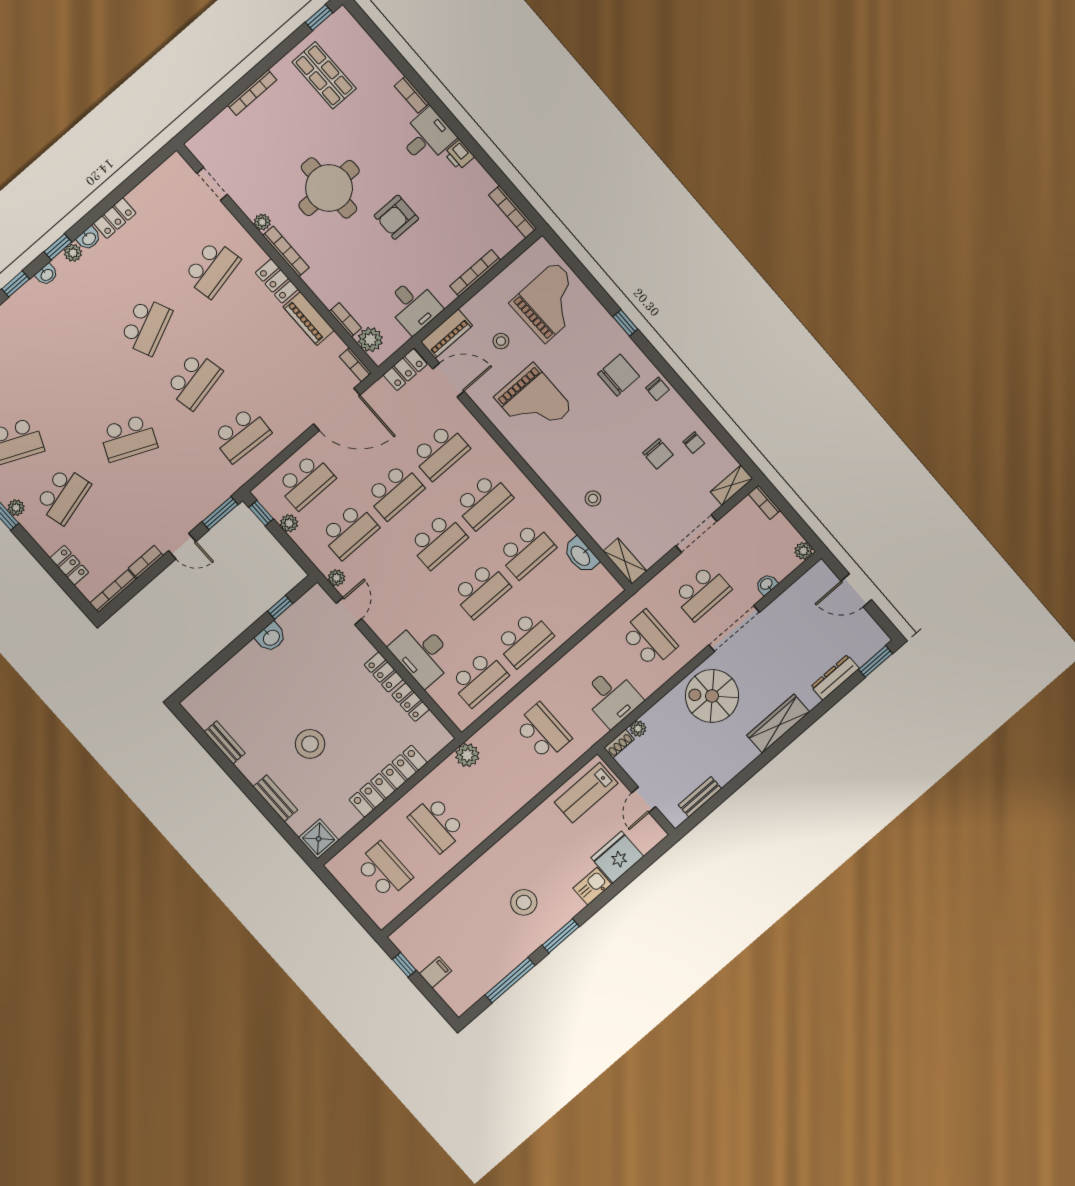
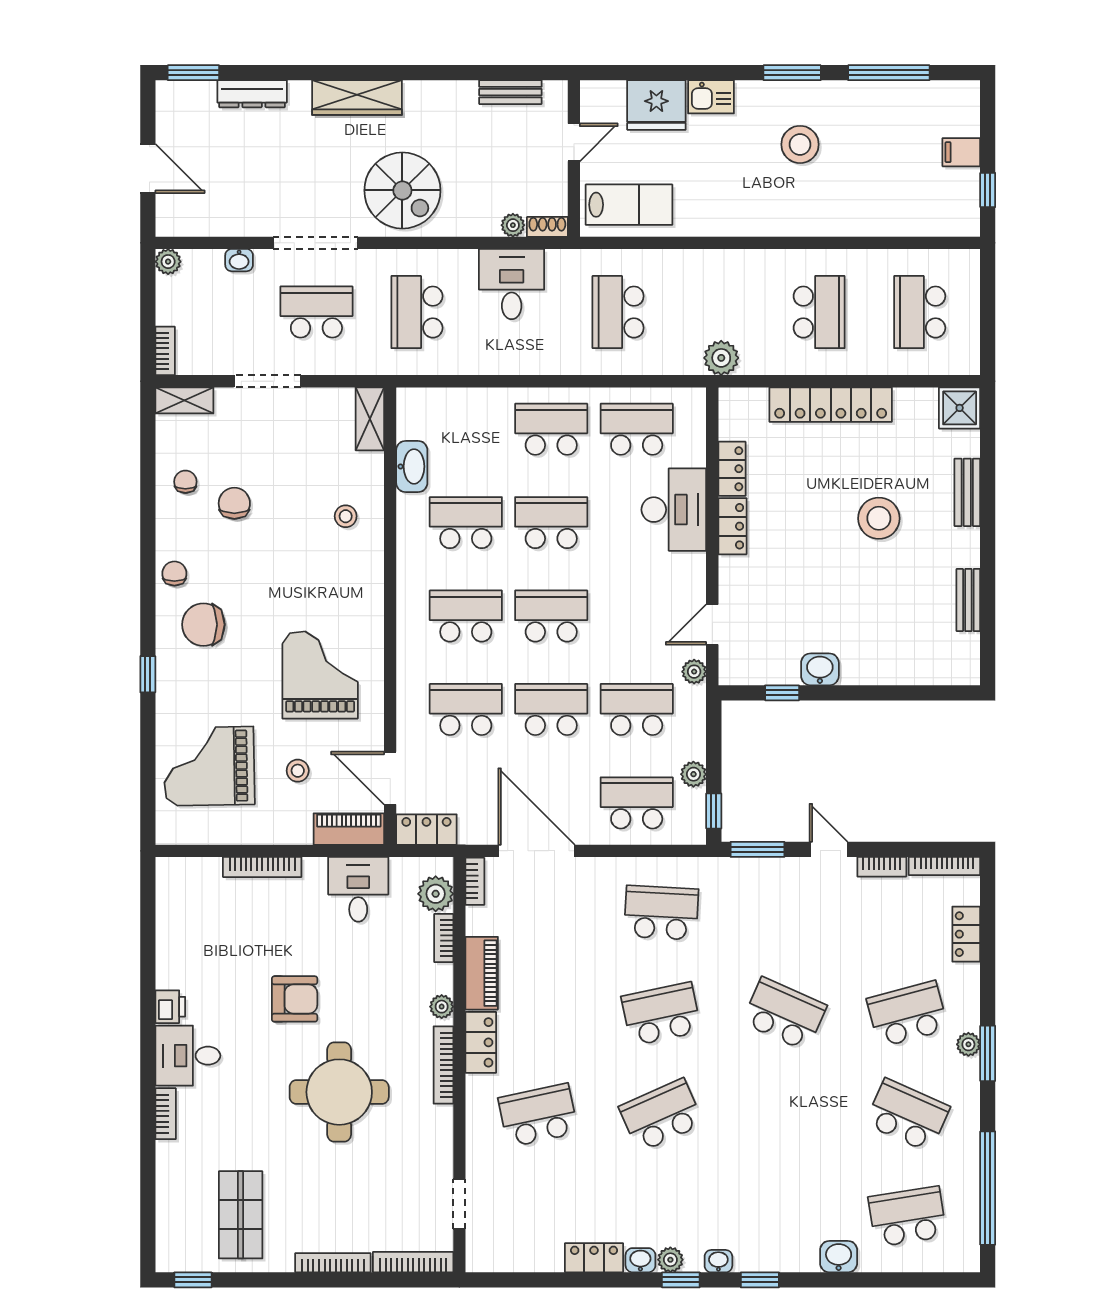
bookcase: (513, 212) -> (413, 1262), moved, turned -90
plant: (262, 222) -> (442, 1007), moved

